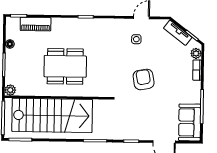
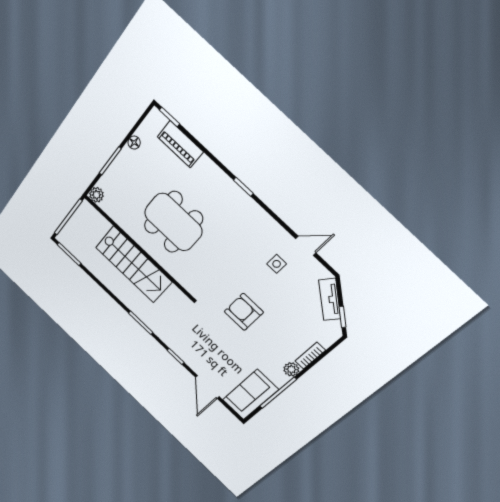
plant: (196, 53) -> (291, 369), moved
armchair: (144, 79) -> (244, 312), turned -80
stairs: (52, 115) -> (134, 265), width x0.73, depth x0.66

